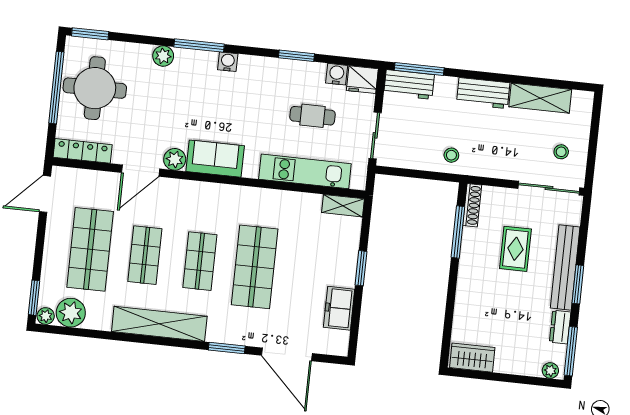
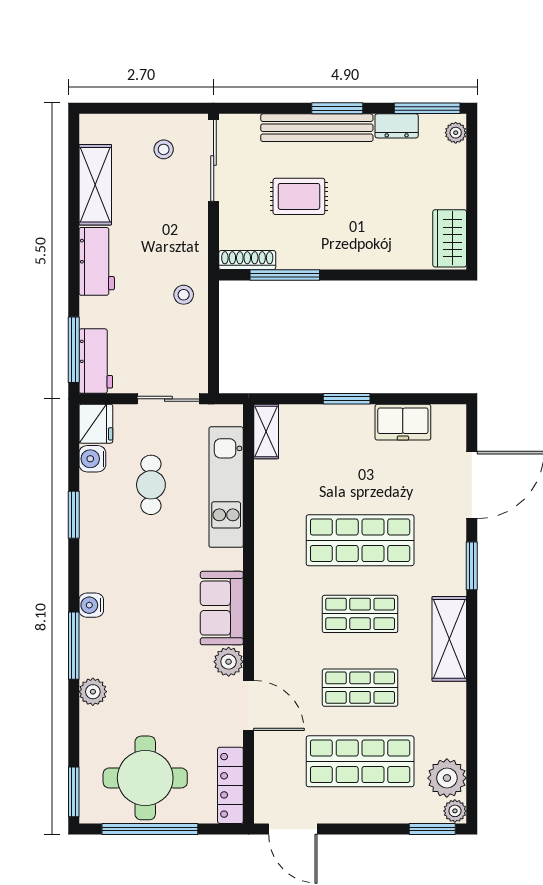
shelving: (159, 324) -> (449, 639), width x0.68

